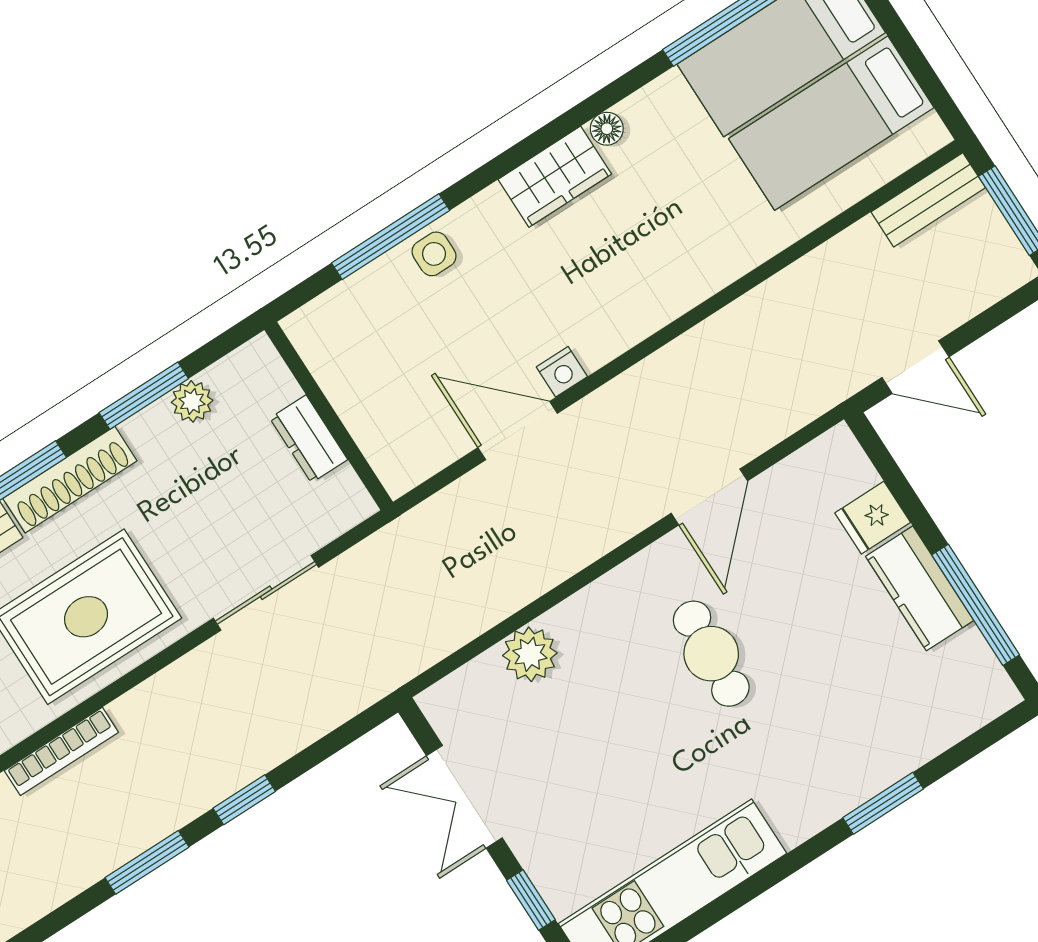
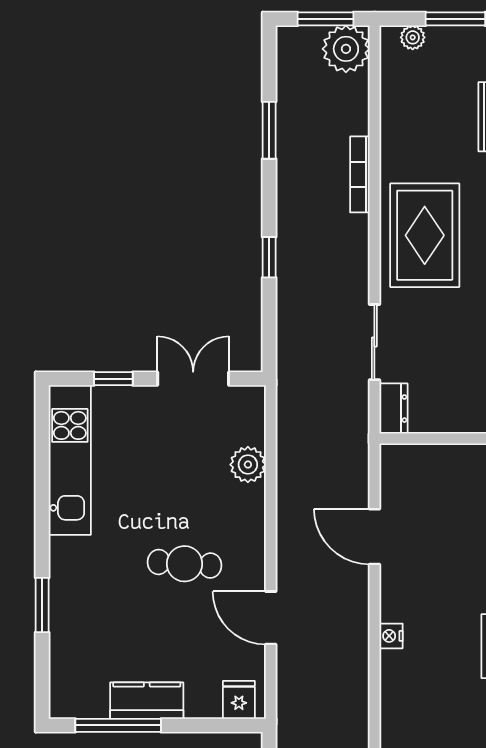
nightstand: (562, 372) -> (391, 636), moved
door: (518, 431) -> (374, 537), swing flipped
dresser: (309, 439) -> (393, 409), moved, turned 90
fridge: (873, 518) -> (239, 700), moved
window: (147, 862) -> (269, 130), moved

